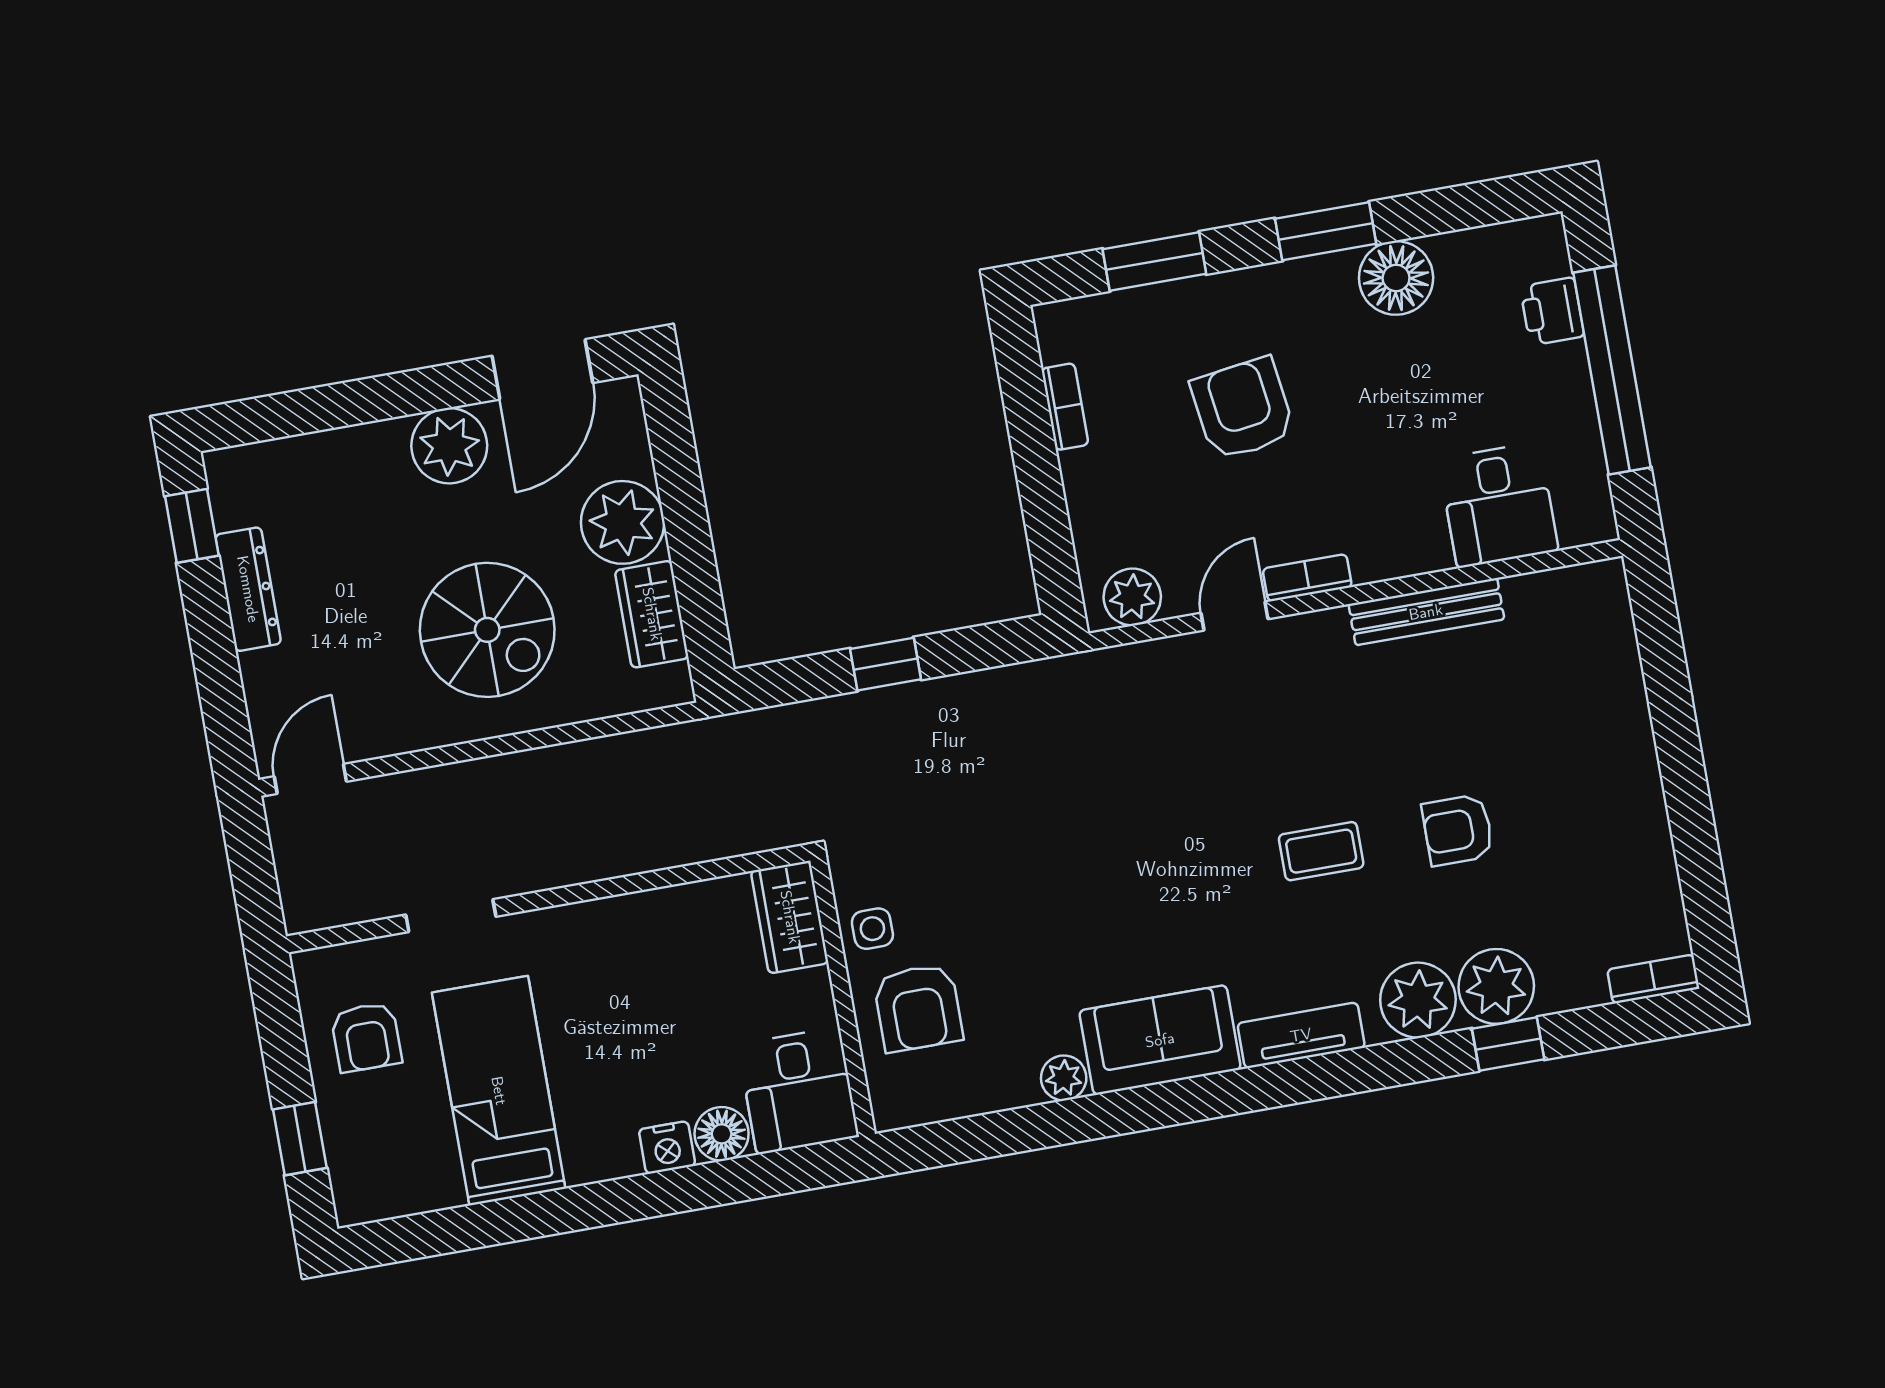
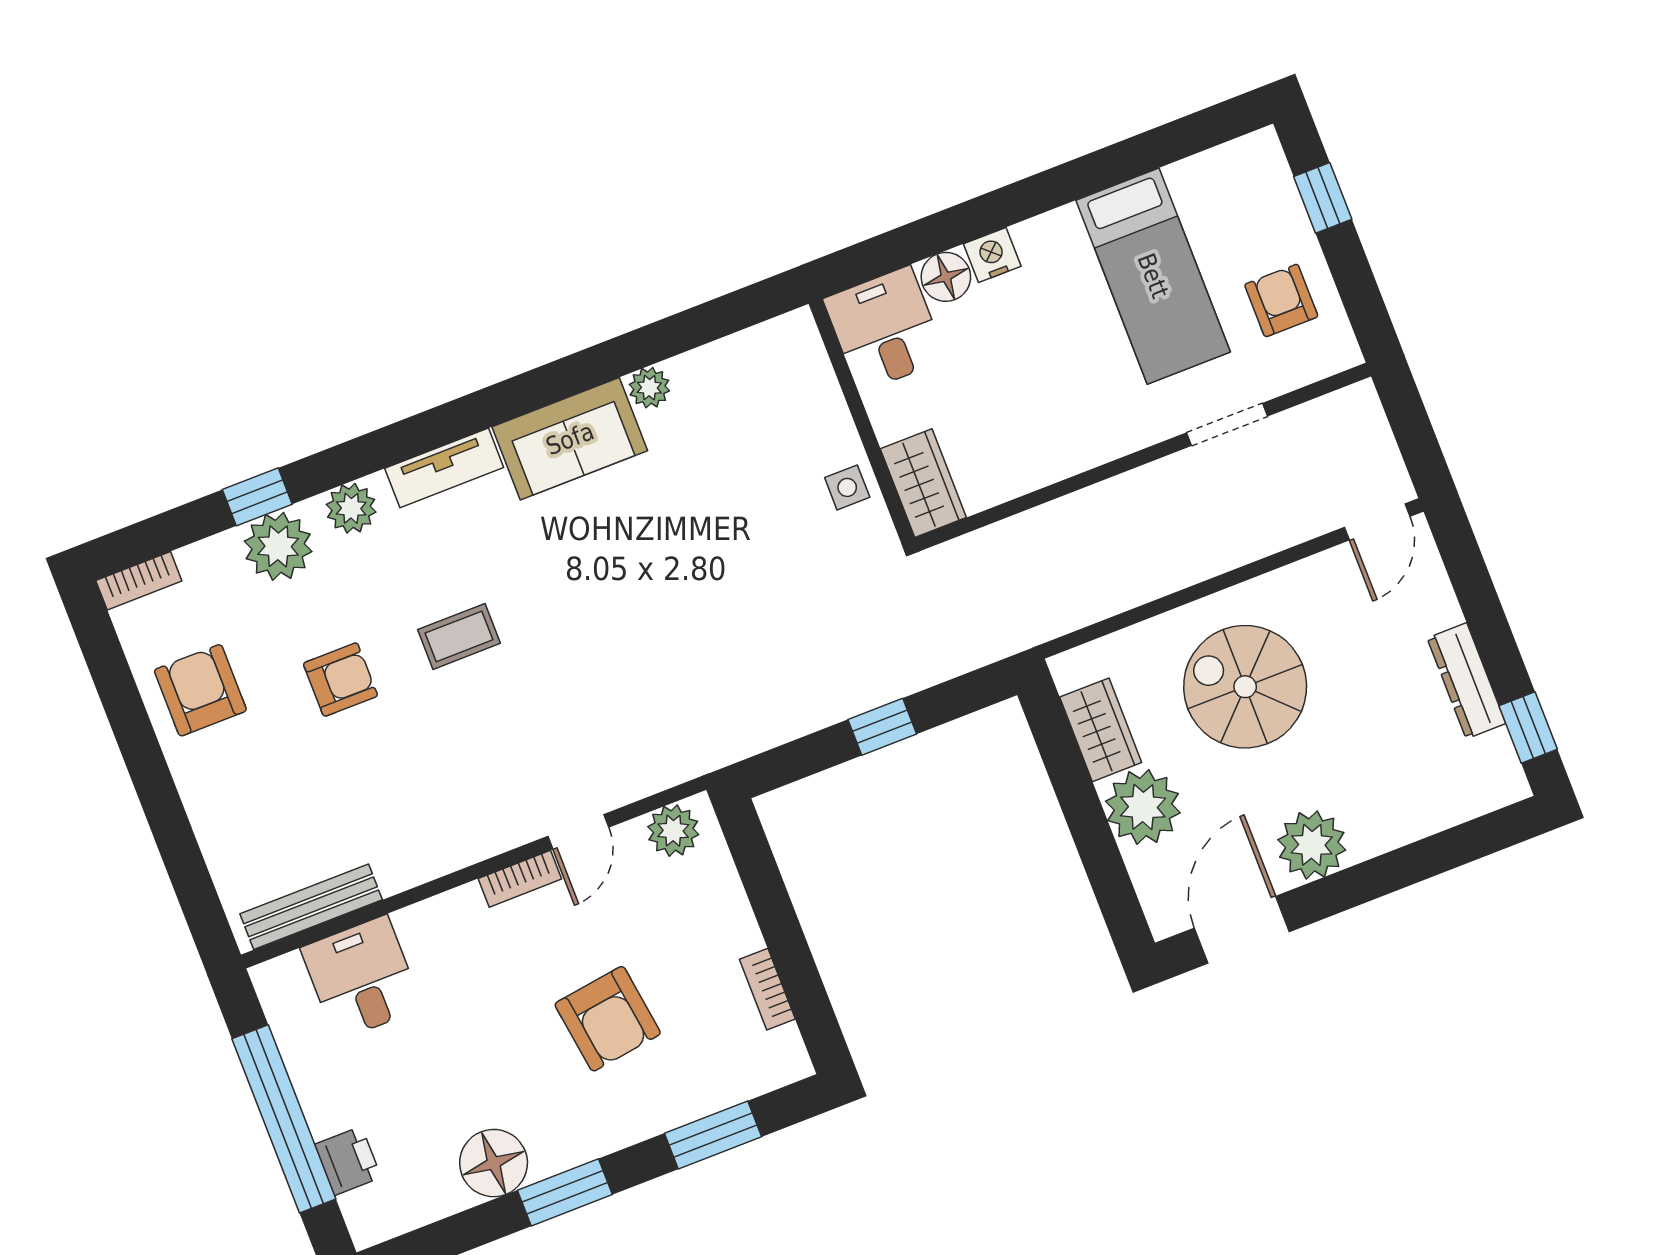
bench: (1426, 612) -> (311, 907), moved
plant: (1418, 1000) -> (351, 508), width x0.73, depth x0.73
armchair: (918, 1008) -> (200, 690), moved

